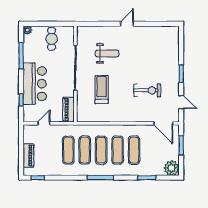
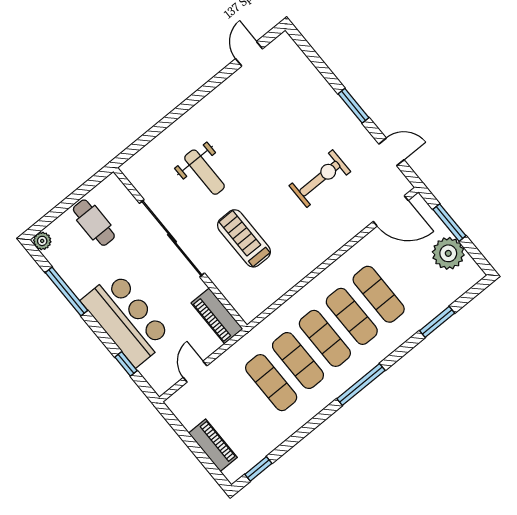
door: (127, 24) -> (249, 54), moved
weight bench: (107, 54) -> (205, 172), turned 90
plant: (172, 168) -> (448, 253), moved

